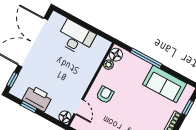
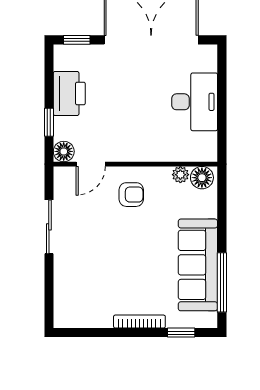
window: (146, 58) -> (222, 282), moved
sofa: (165, 84) -> (198, 265), width x1.36
window: (29, 107) -> (49, 122), moved

